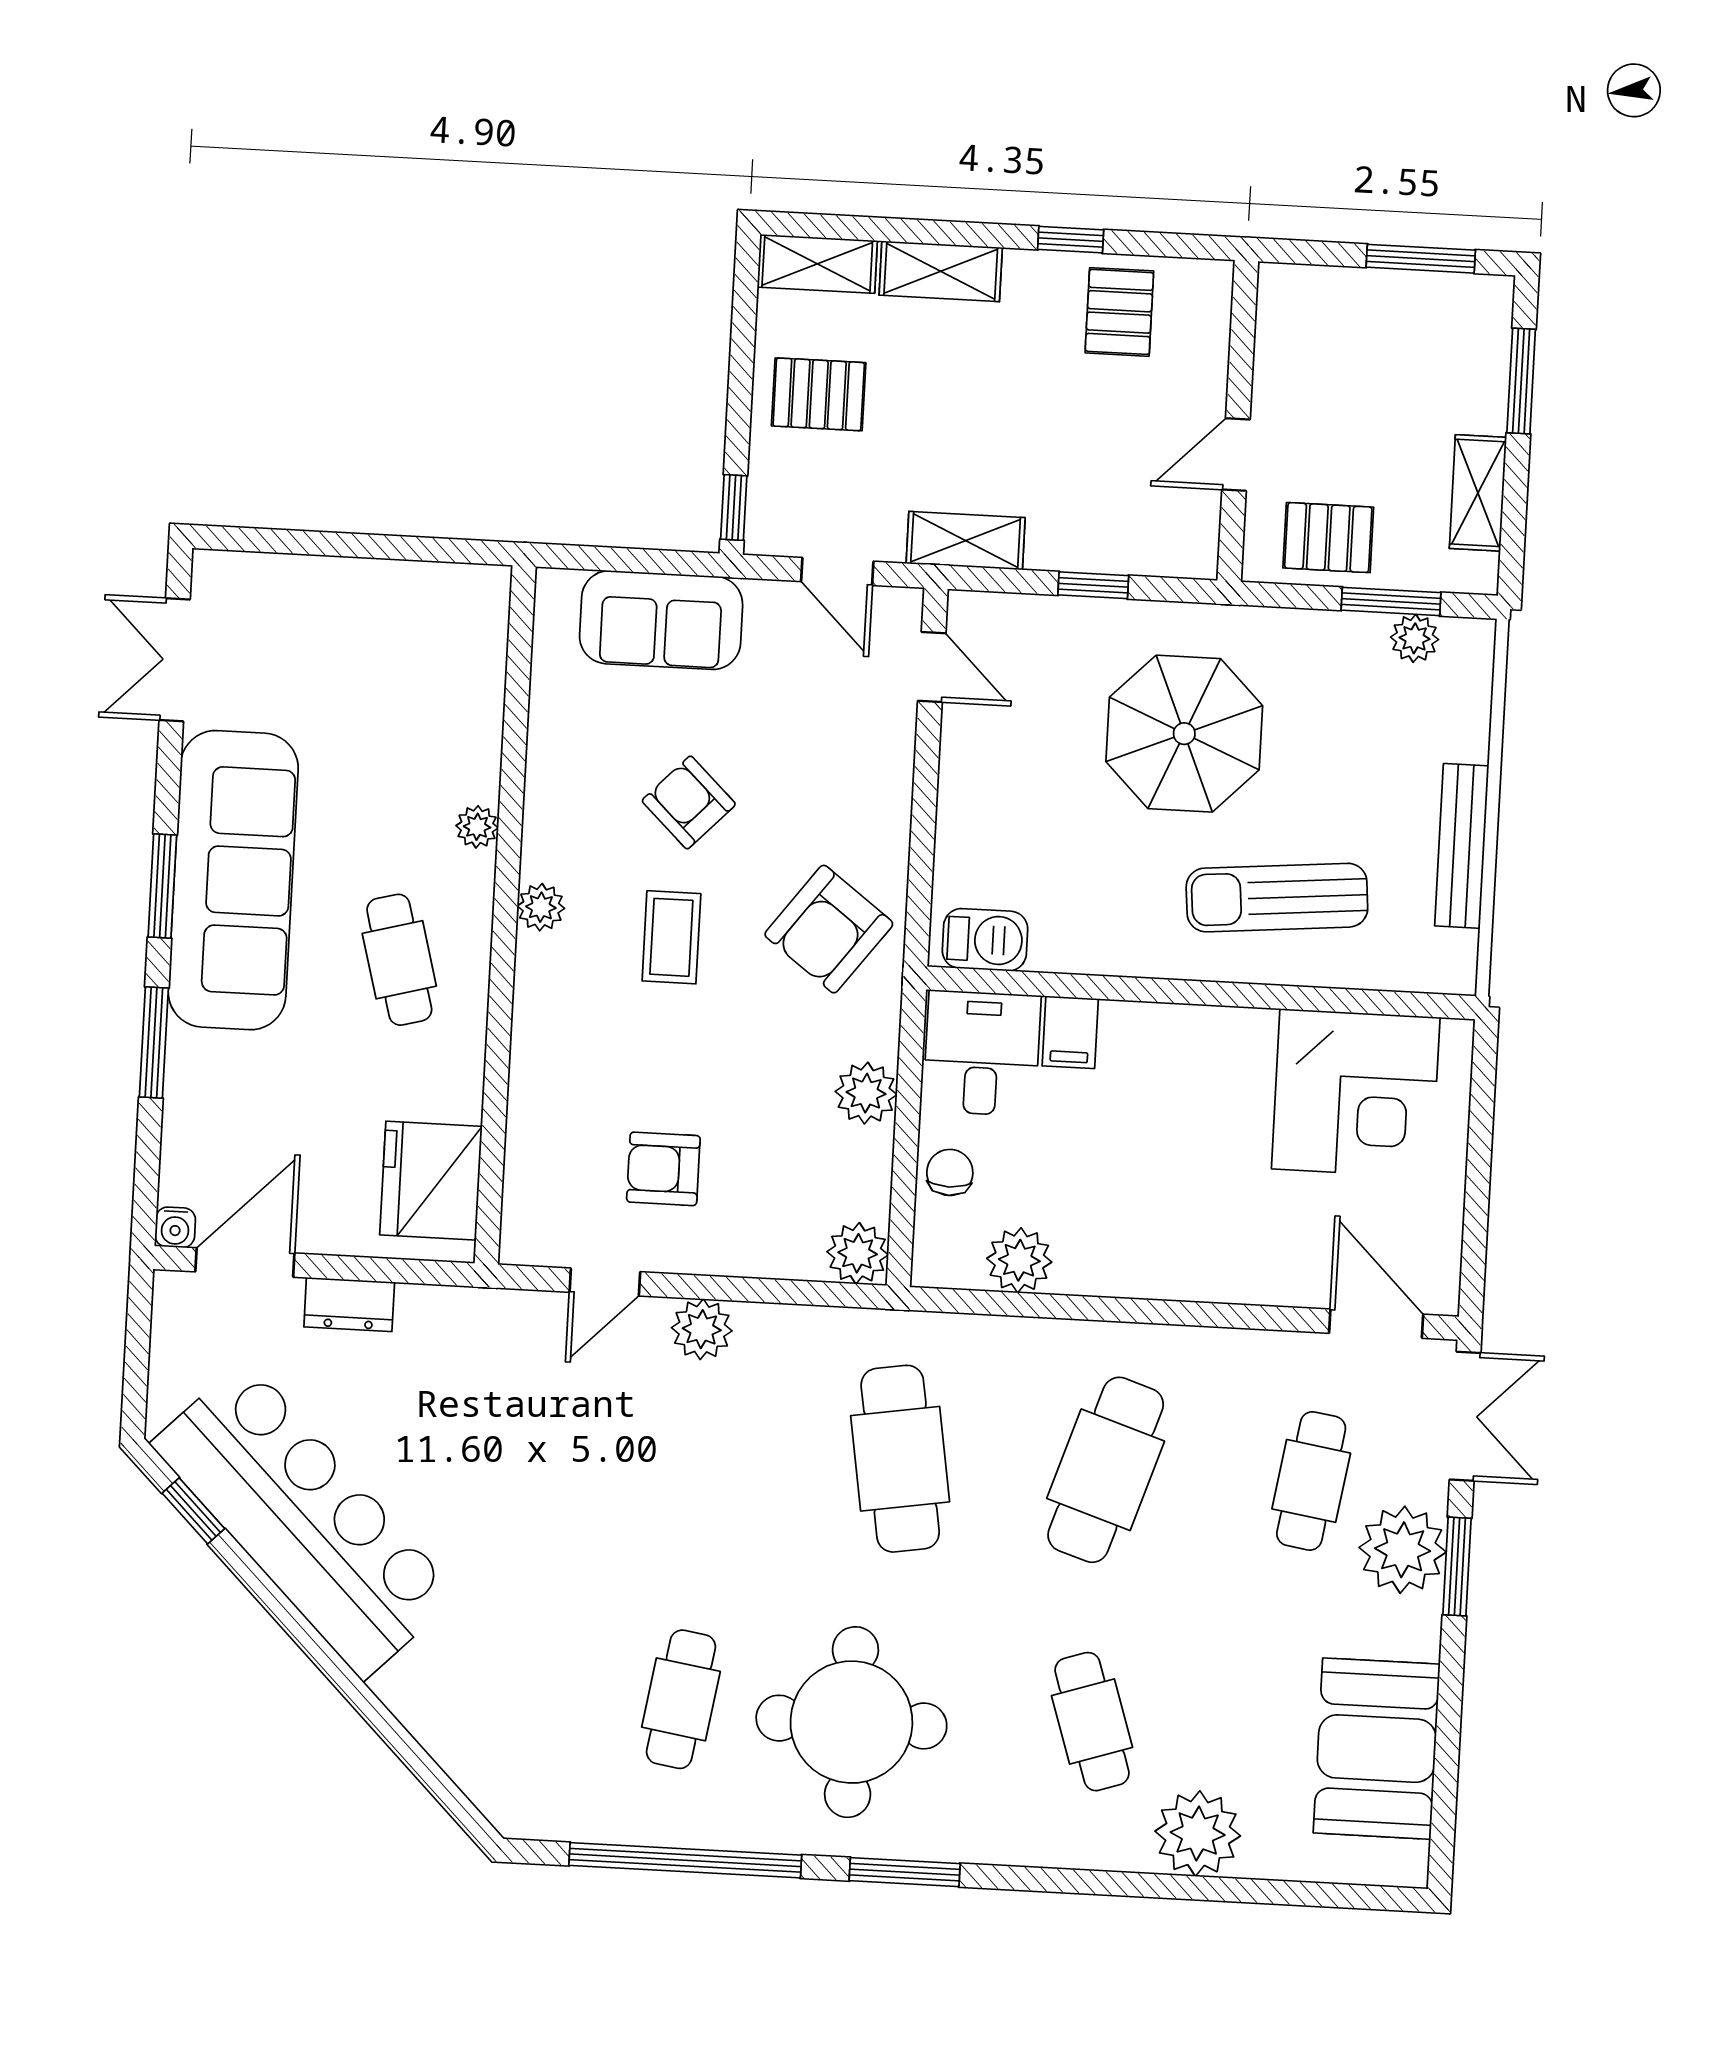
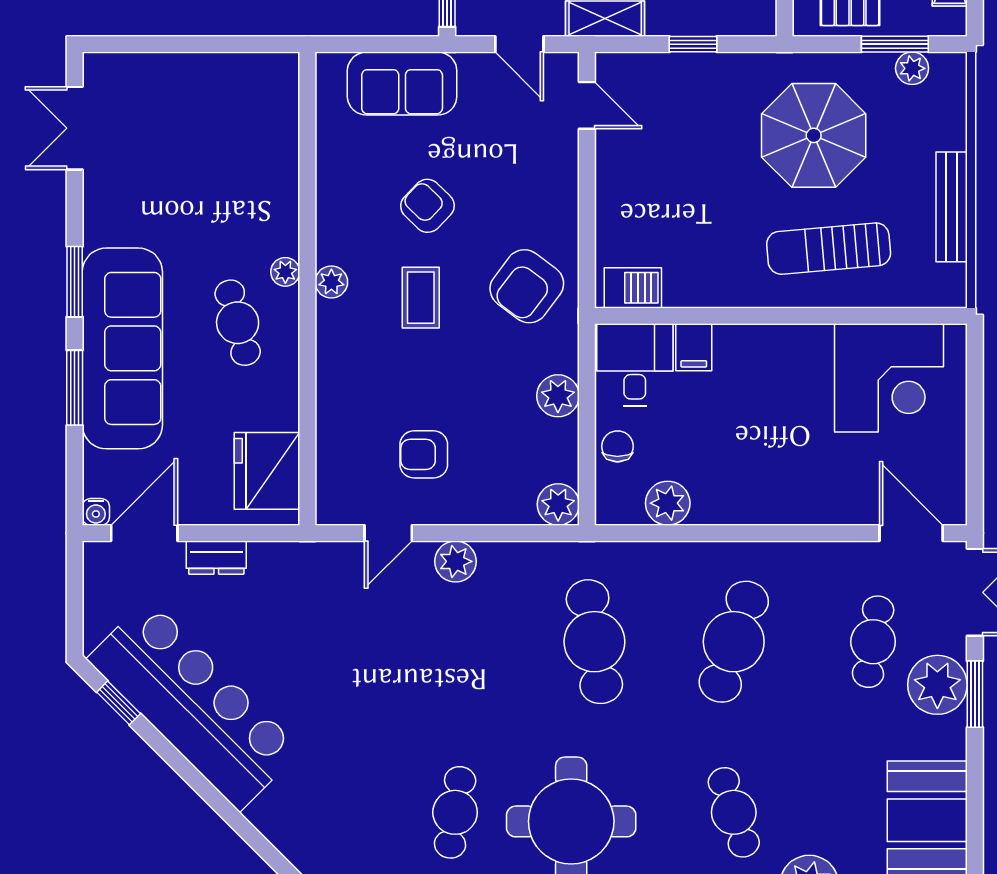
parasol: (1184, 734) -> (814, 135), moved
plant: (477, 827) -> (285, 272), moved
sofa: (233, 880) -> (122, 348), moved

